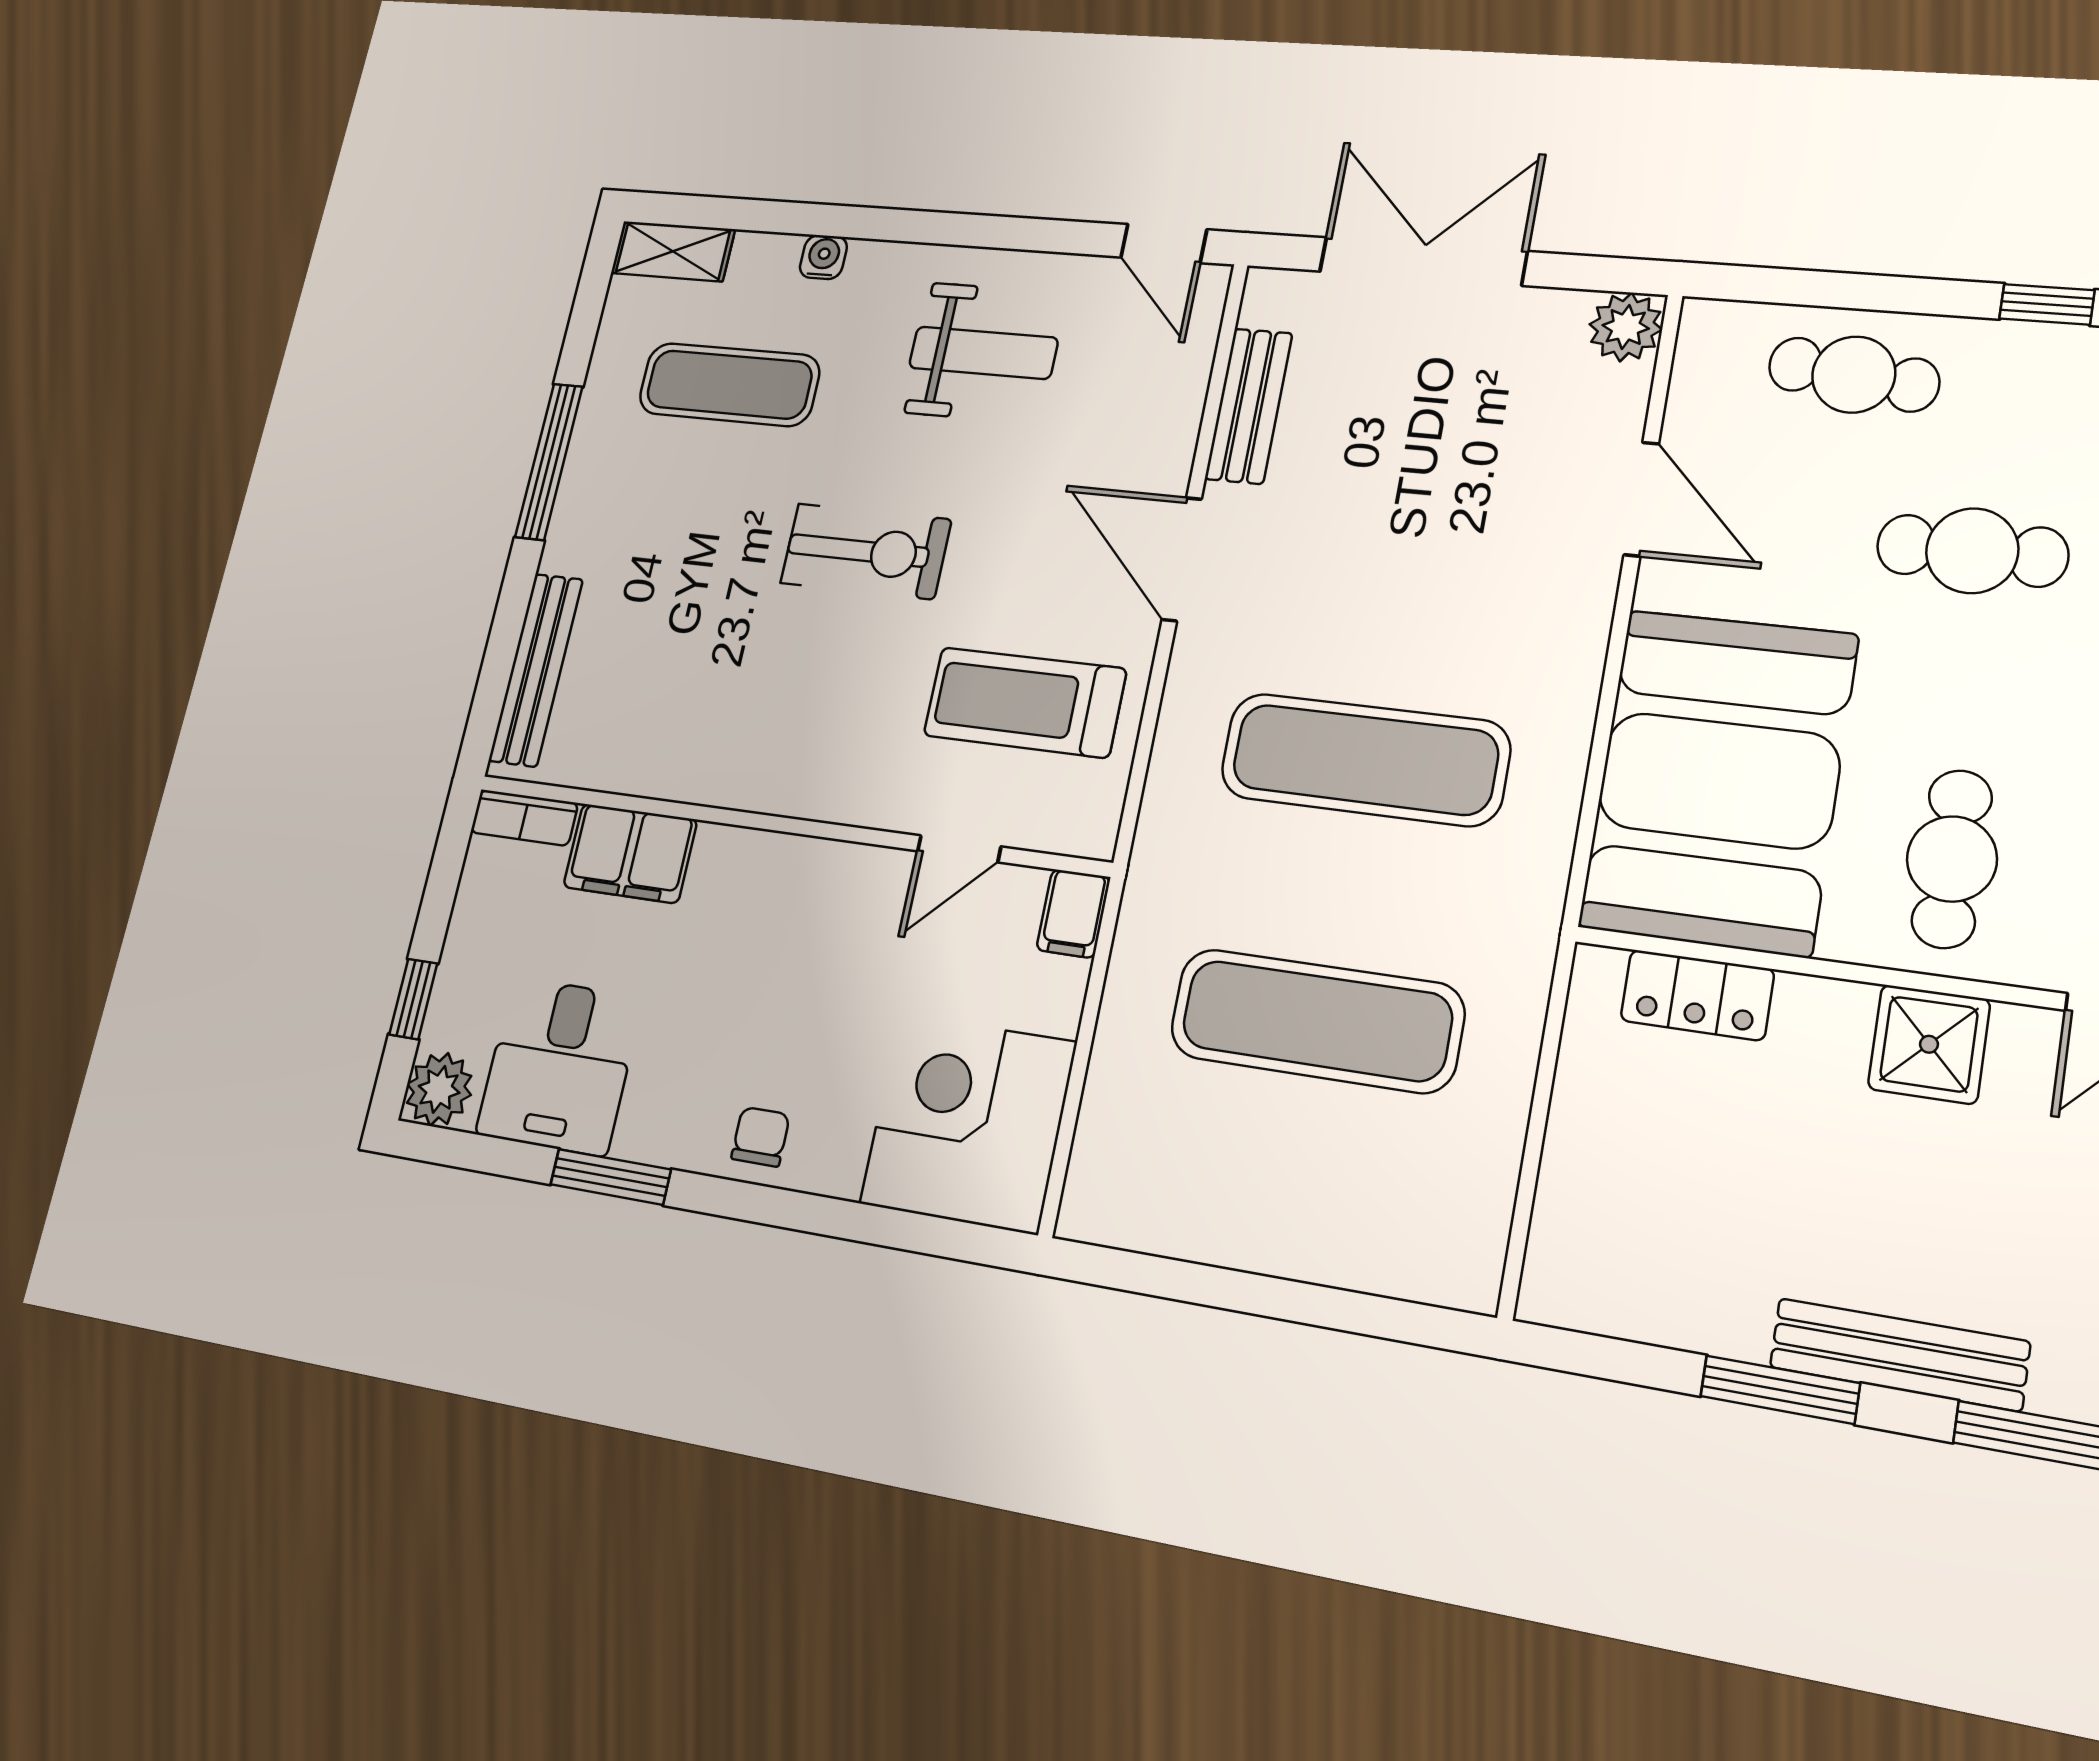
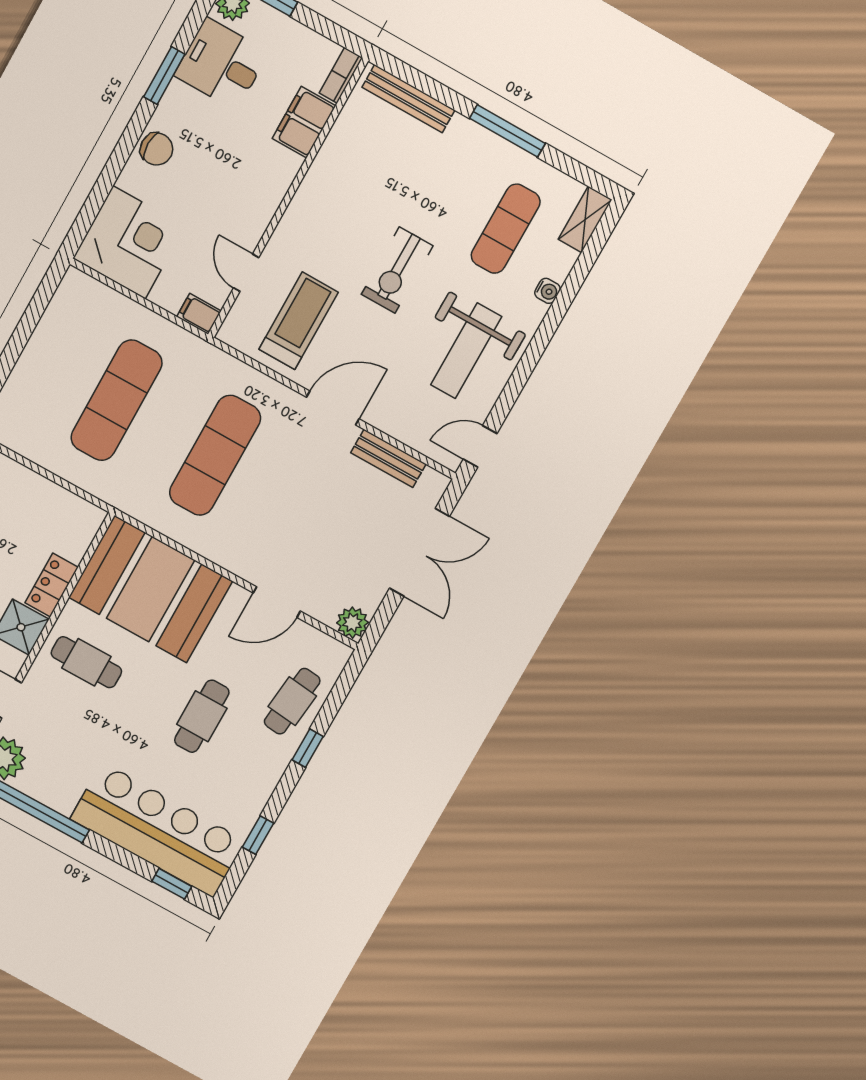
window: (2047, 304) -> (308, 748), moved
weight bench: (983, 353) -> (466, 351), width x1.36, depth x1.33
locker: (1697, 995) -> (52, 585), moved
chair: (761, 1137) -> (157, 149), width x1.37, depth x1.37

